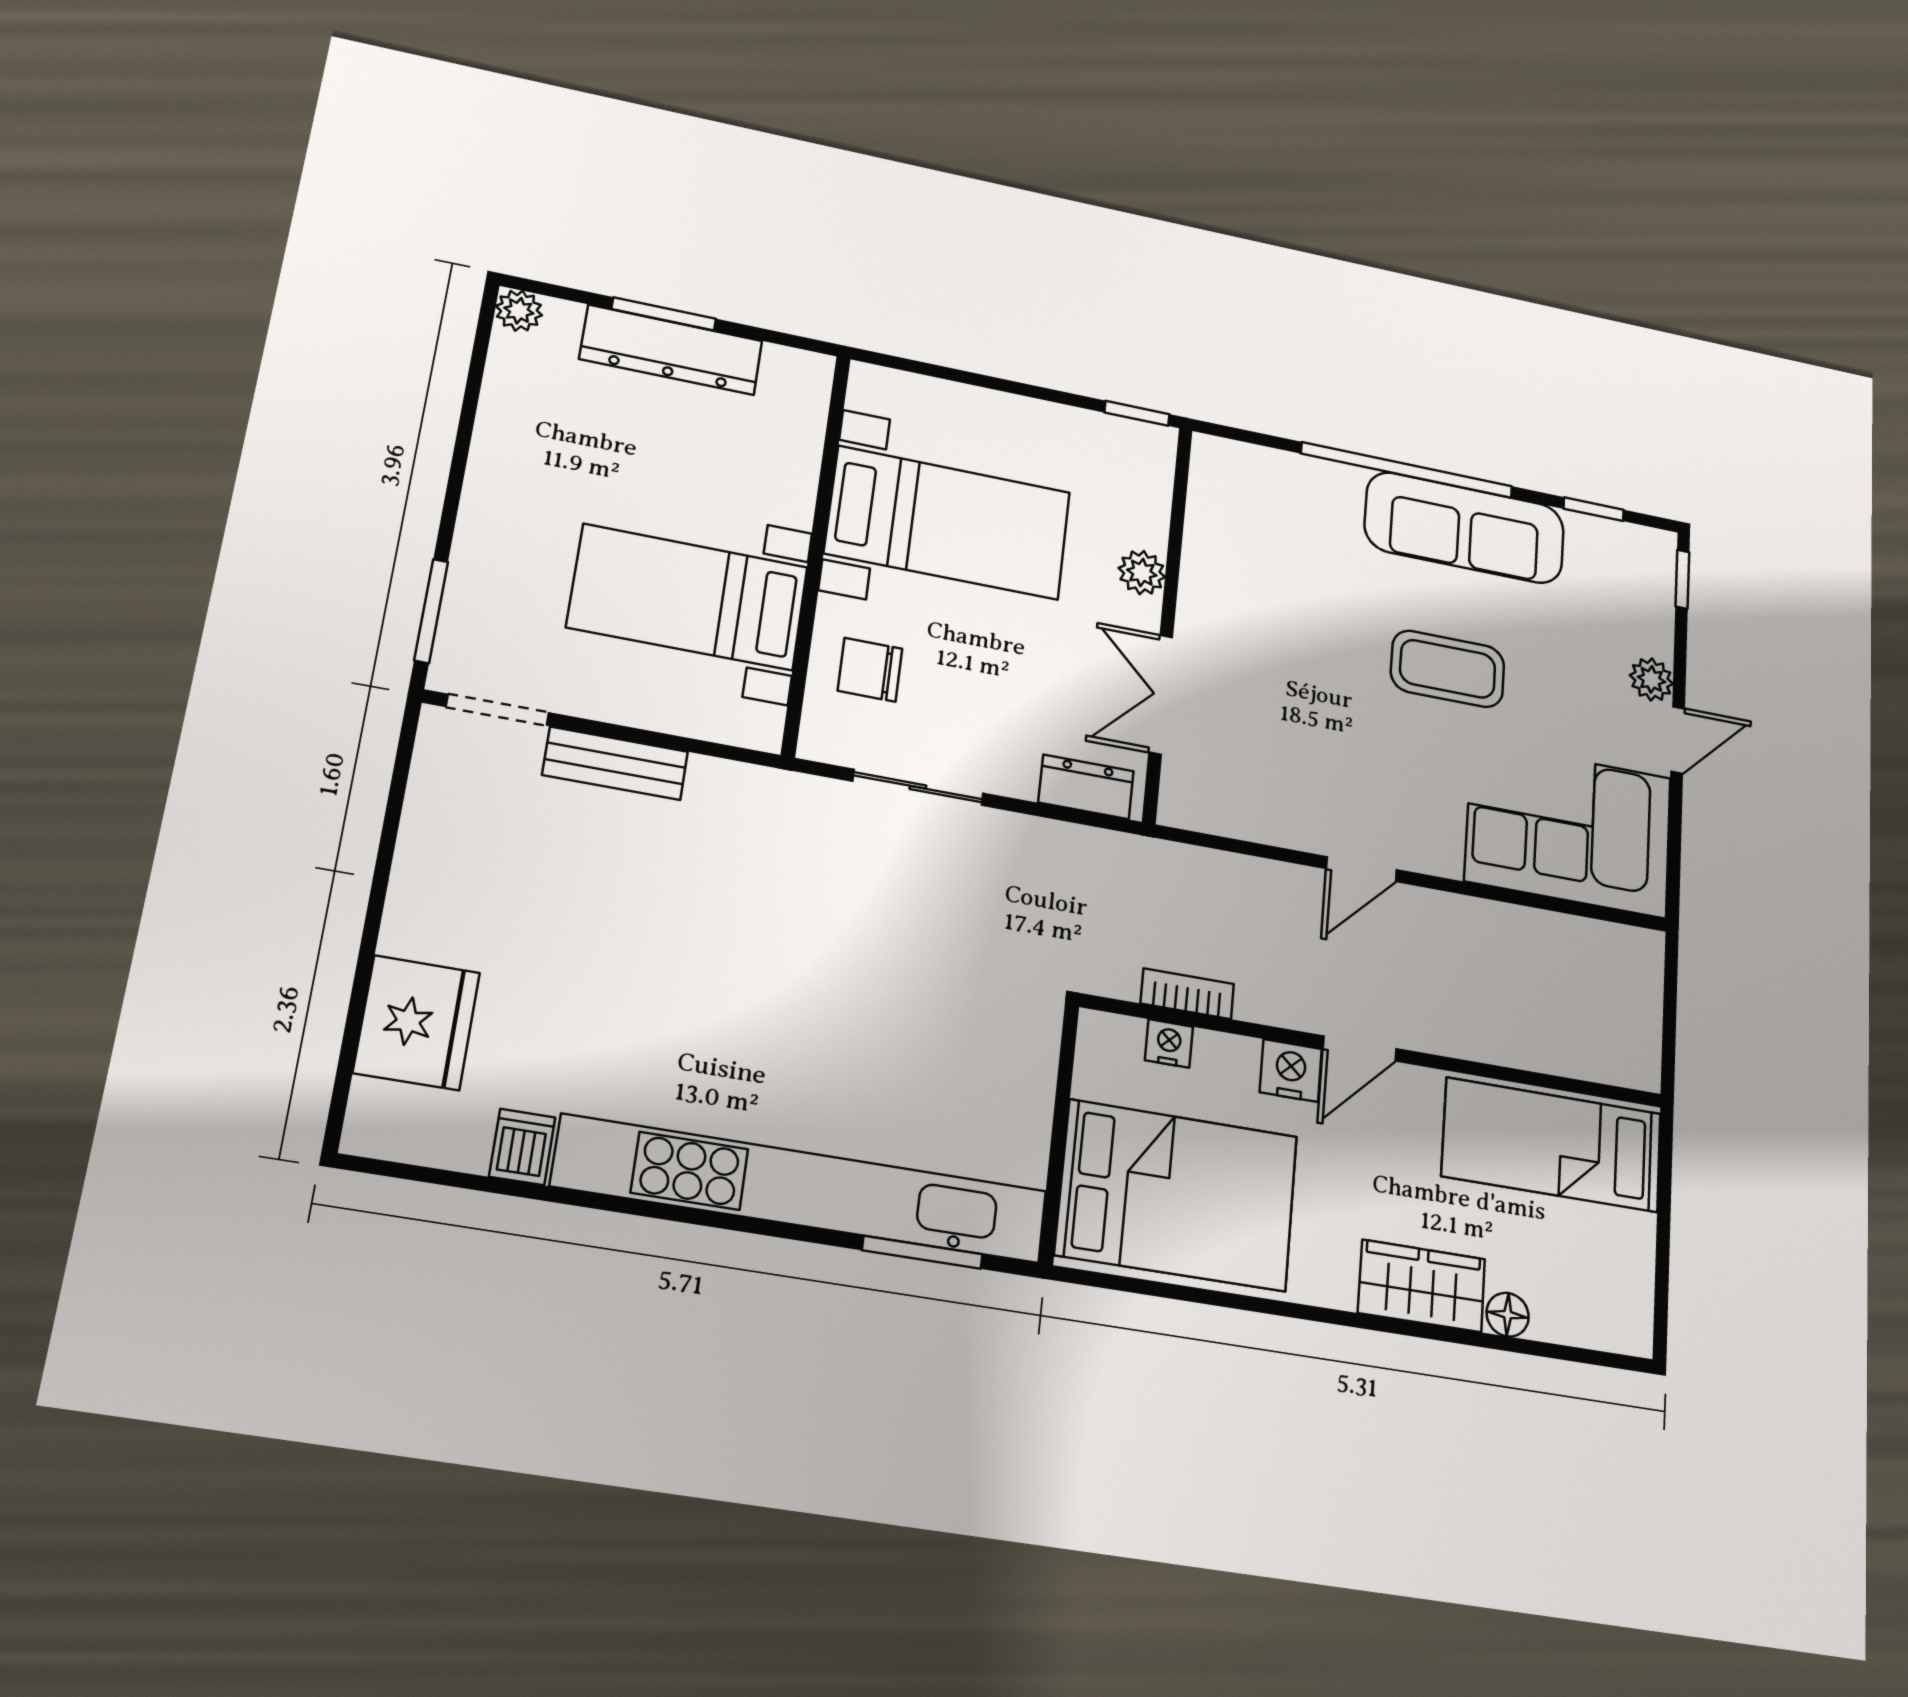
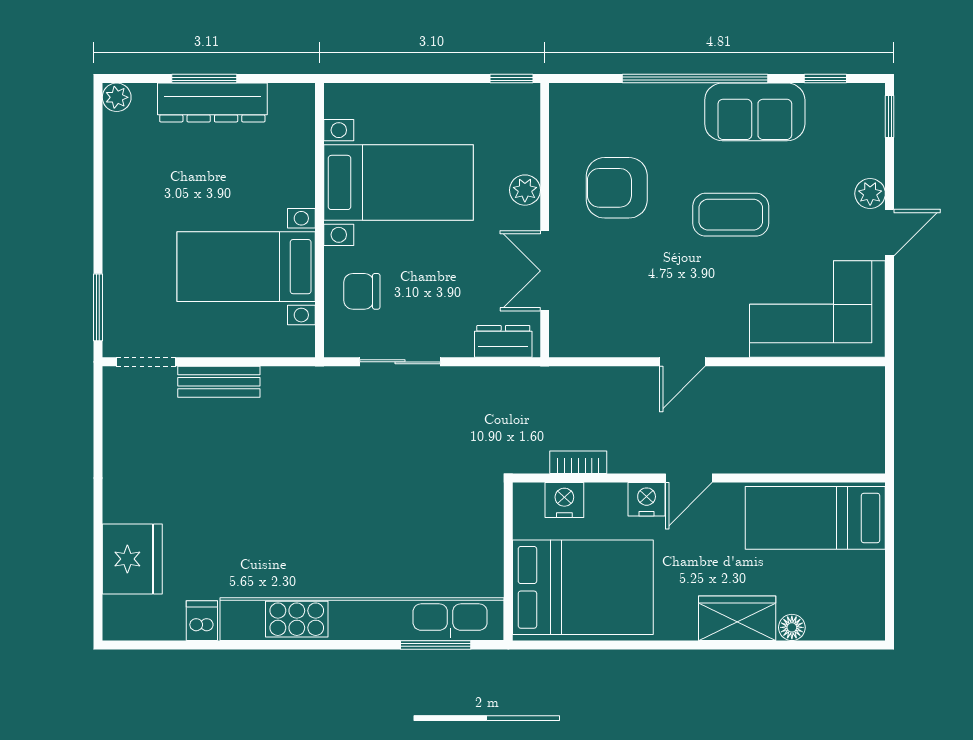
sofa: (1465, 528) -> (755, 112), width x0.73
armchair: (1281, 597) -> (617, 188), added
nightstand: (1169, 1043) -> (564, 500), width x1.39, depth x1.35

